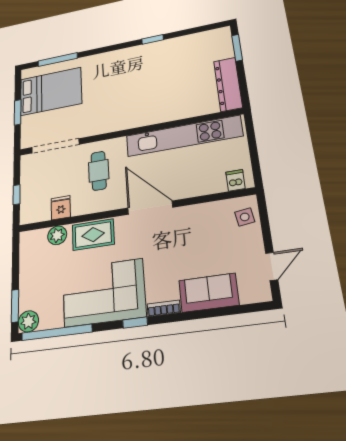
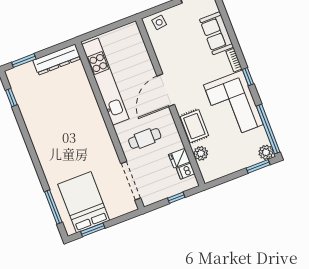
window: (153, 39) -> (11, 98), moved
window: (18, 112) -> (93, 230), moved
dishwasher: (236, 180) -> (186, 171), moved

